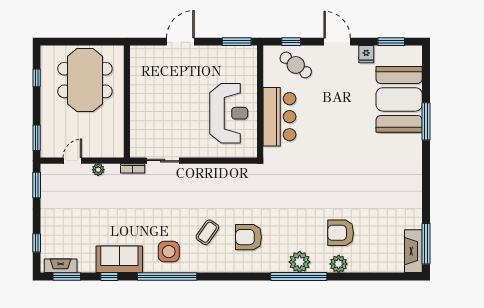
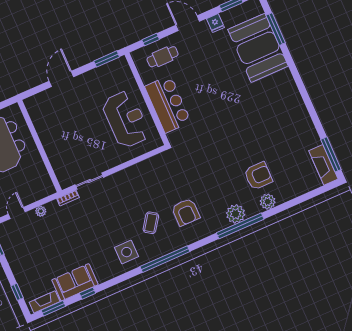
cafe table: (296, 65) -> (163, 57), turned -36
window: (426, 121) -> (276, 29), moved
armchair: (341, 233) -> (258, 176), turned 180
armchair: (249, 237) -> (186, 212), turned -90
sofa: (119, 259) -> (75, 282), moved
window: (167, 276) -> (165, 259), moved

